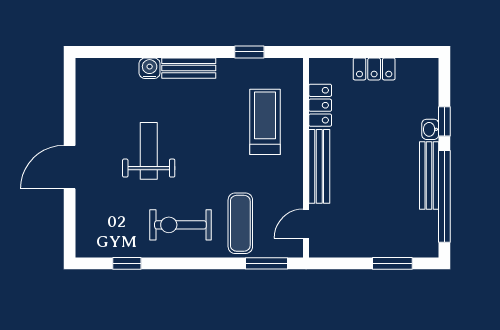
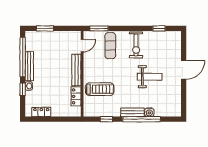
window: (168, 52) -> (142, 119), added
locker: (374, 69) -> (41, 112), moved
treadmill: (265, 122) -> (100, 89), turned -90
weight bench: (149, 151) -> (150, 77), turned -90
exercise bike: (180, 225) -> (136, 45), turned 90

